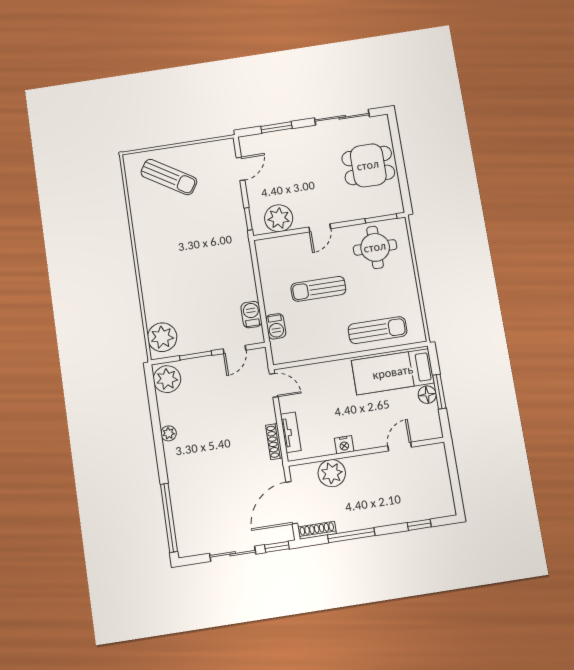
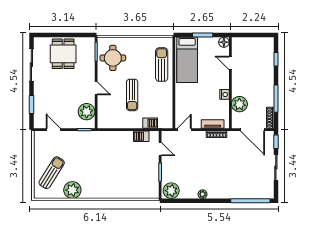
plant: (162, 337) -> (72, 190), moved
floor lamp: (427, 395) -> (224, 42), moved

